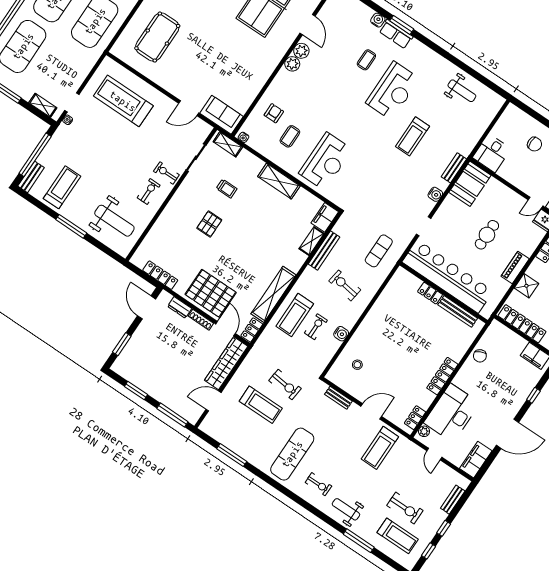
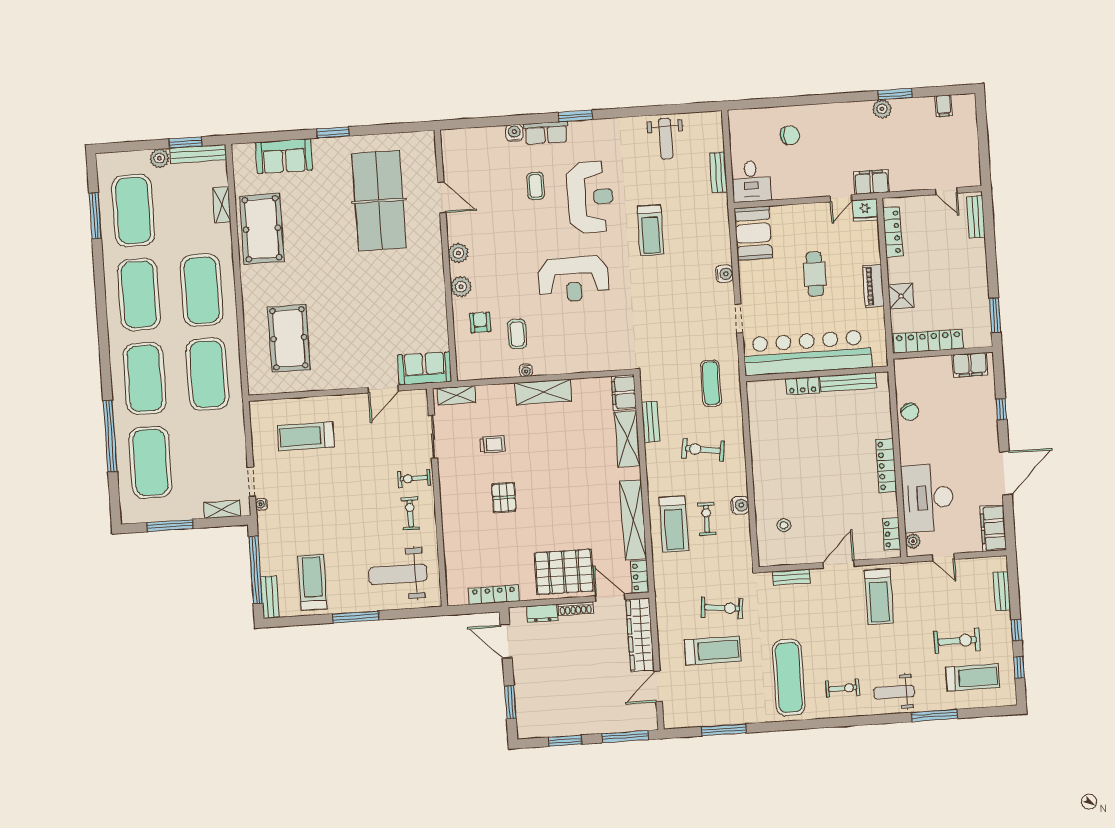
window: (402, 25) -> (575, 116), moved
plant: (301, 51) -> (461, 287), moved
weight bench: (462, 91) -> (666, 139), turned 90
treadmill: (123, 101) -> (306, 436), width x0.73, depth x0.73
water cooler: (243, 137) -> (526, 370), moved
reception desk: (326, 161) -> (573, 279), moved, turned 90
bench: (454, 168) -> (718, 172), moved
weight bench: (114, 221) -> (398, 574), turned 180
shelving: (312, 241) -> (627, 439), width x1.50, depth x1.33
bench: (324, 251) -> (650, 422), width x0.73

